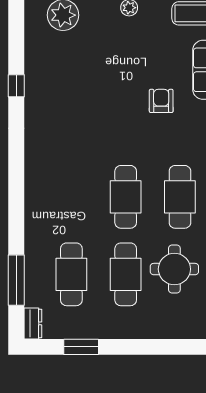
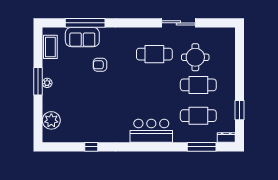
bar counter: (45, 191) -> (151, 131), added
cafe table: (126, 197) -> (154, 85), removed

